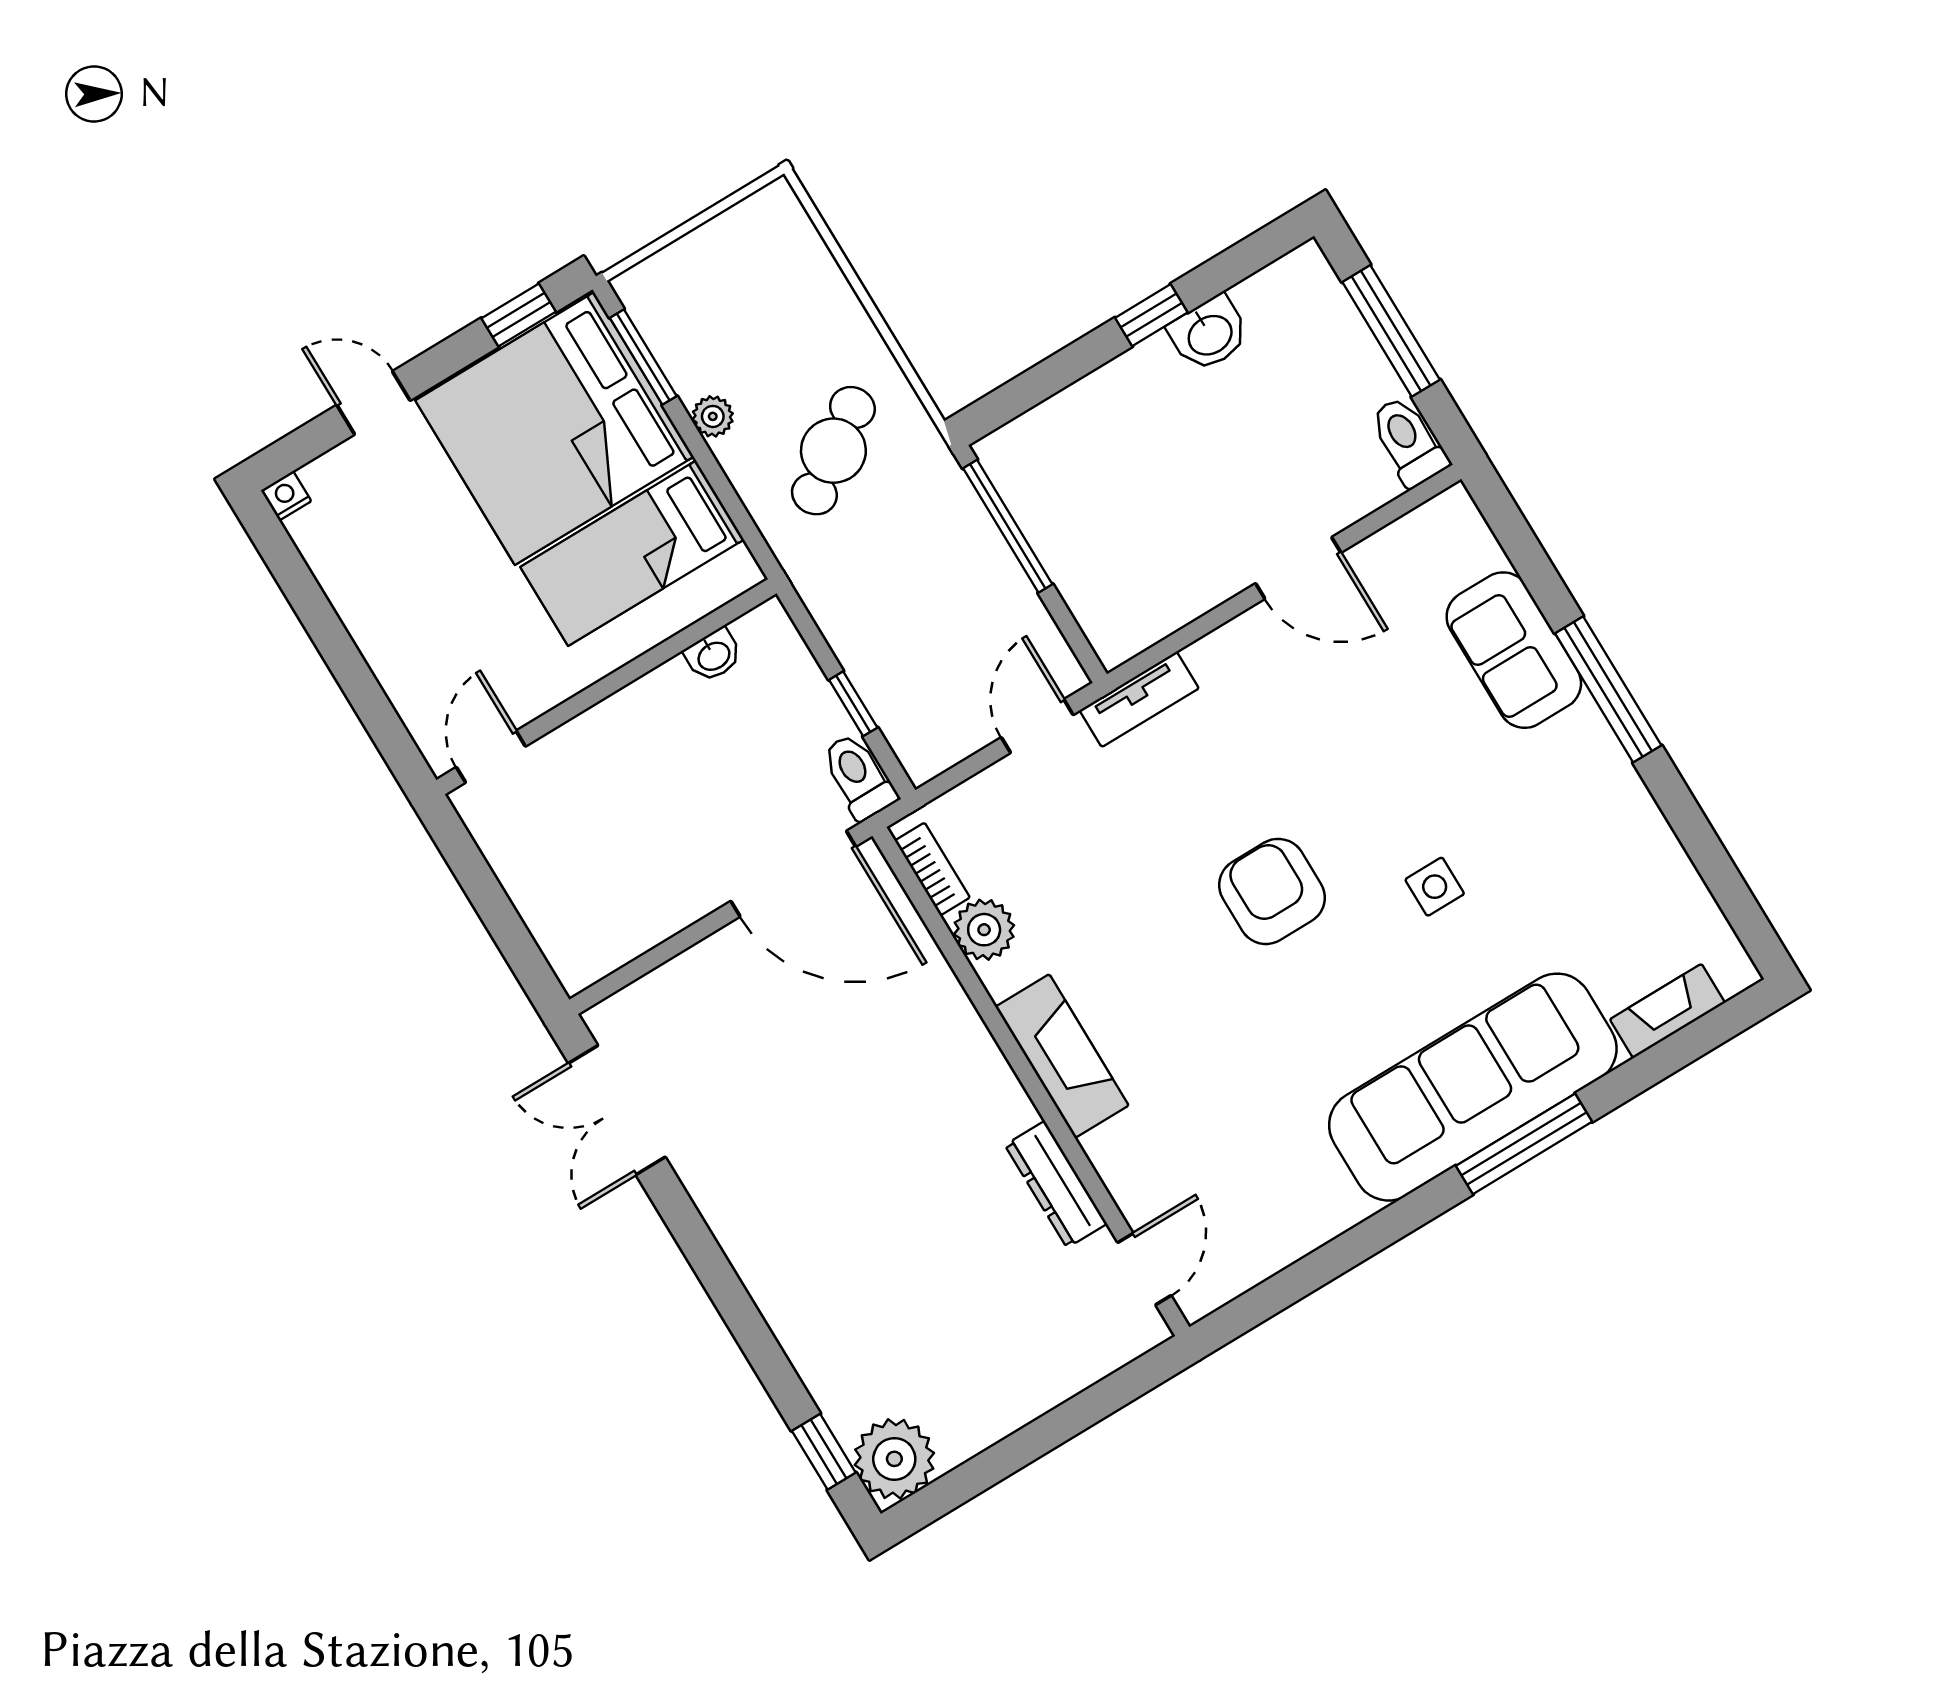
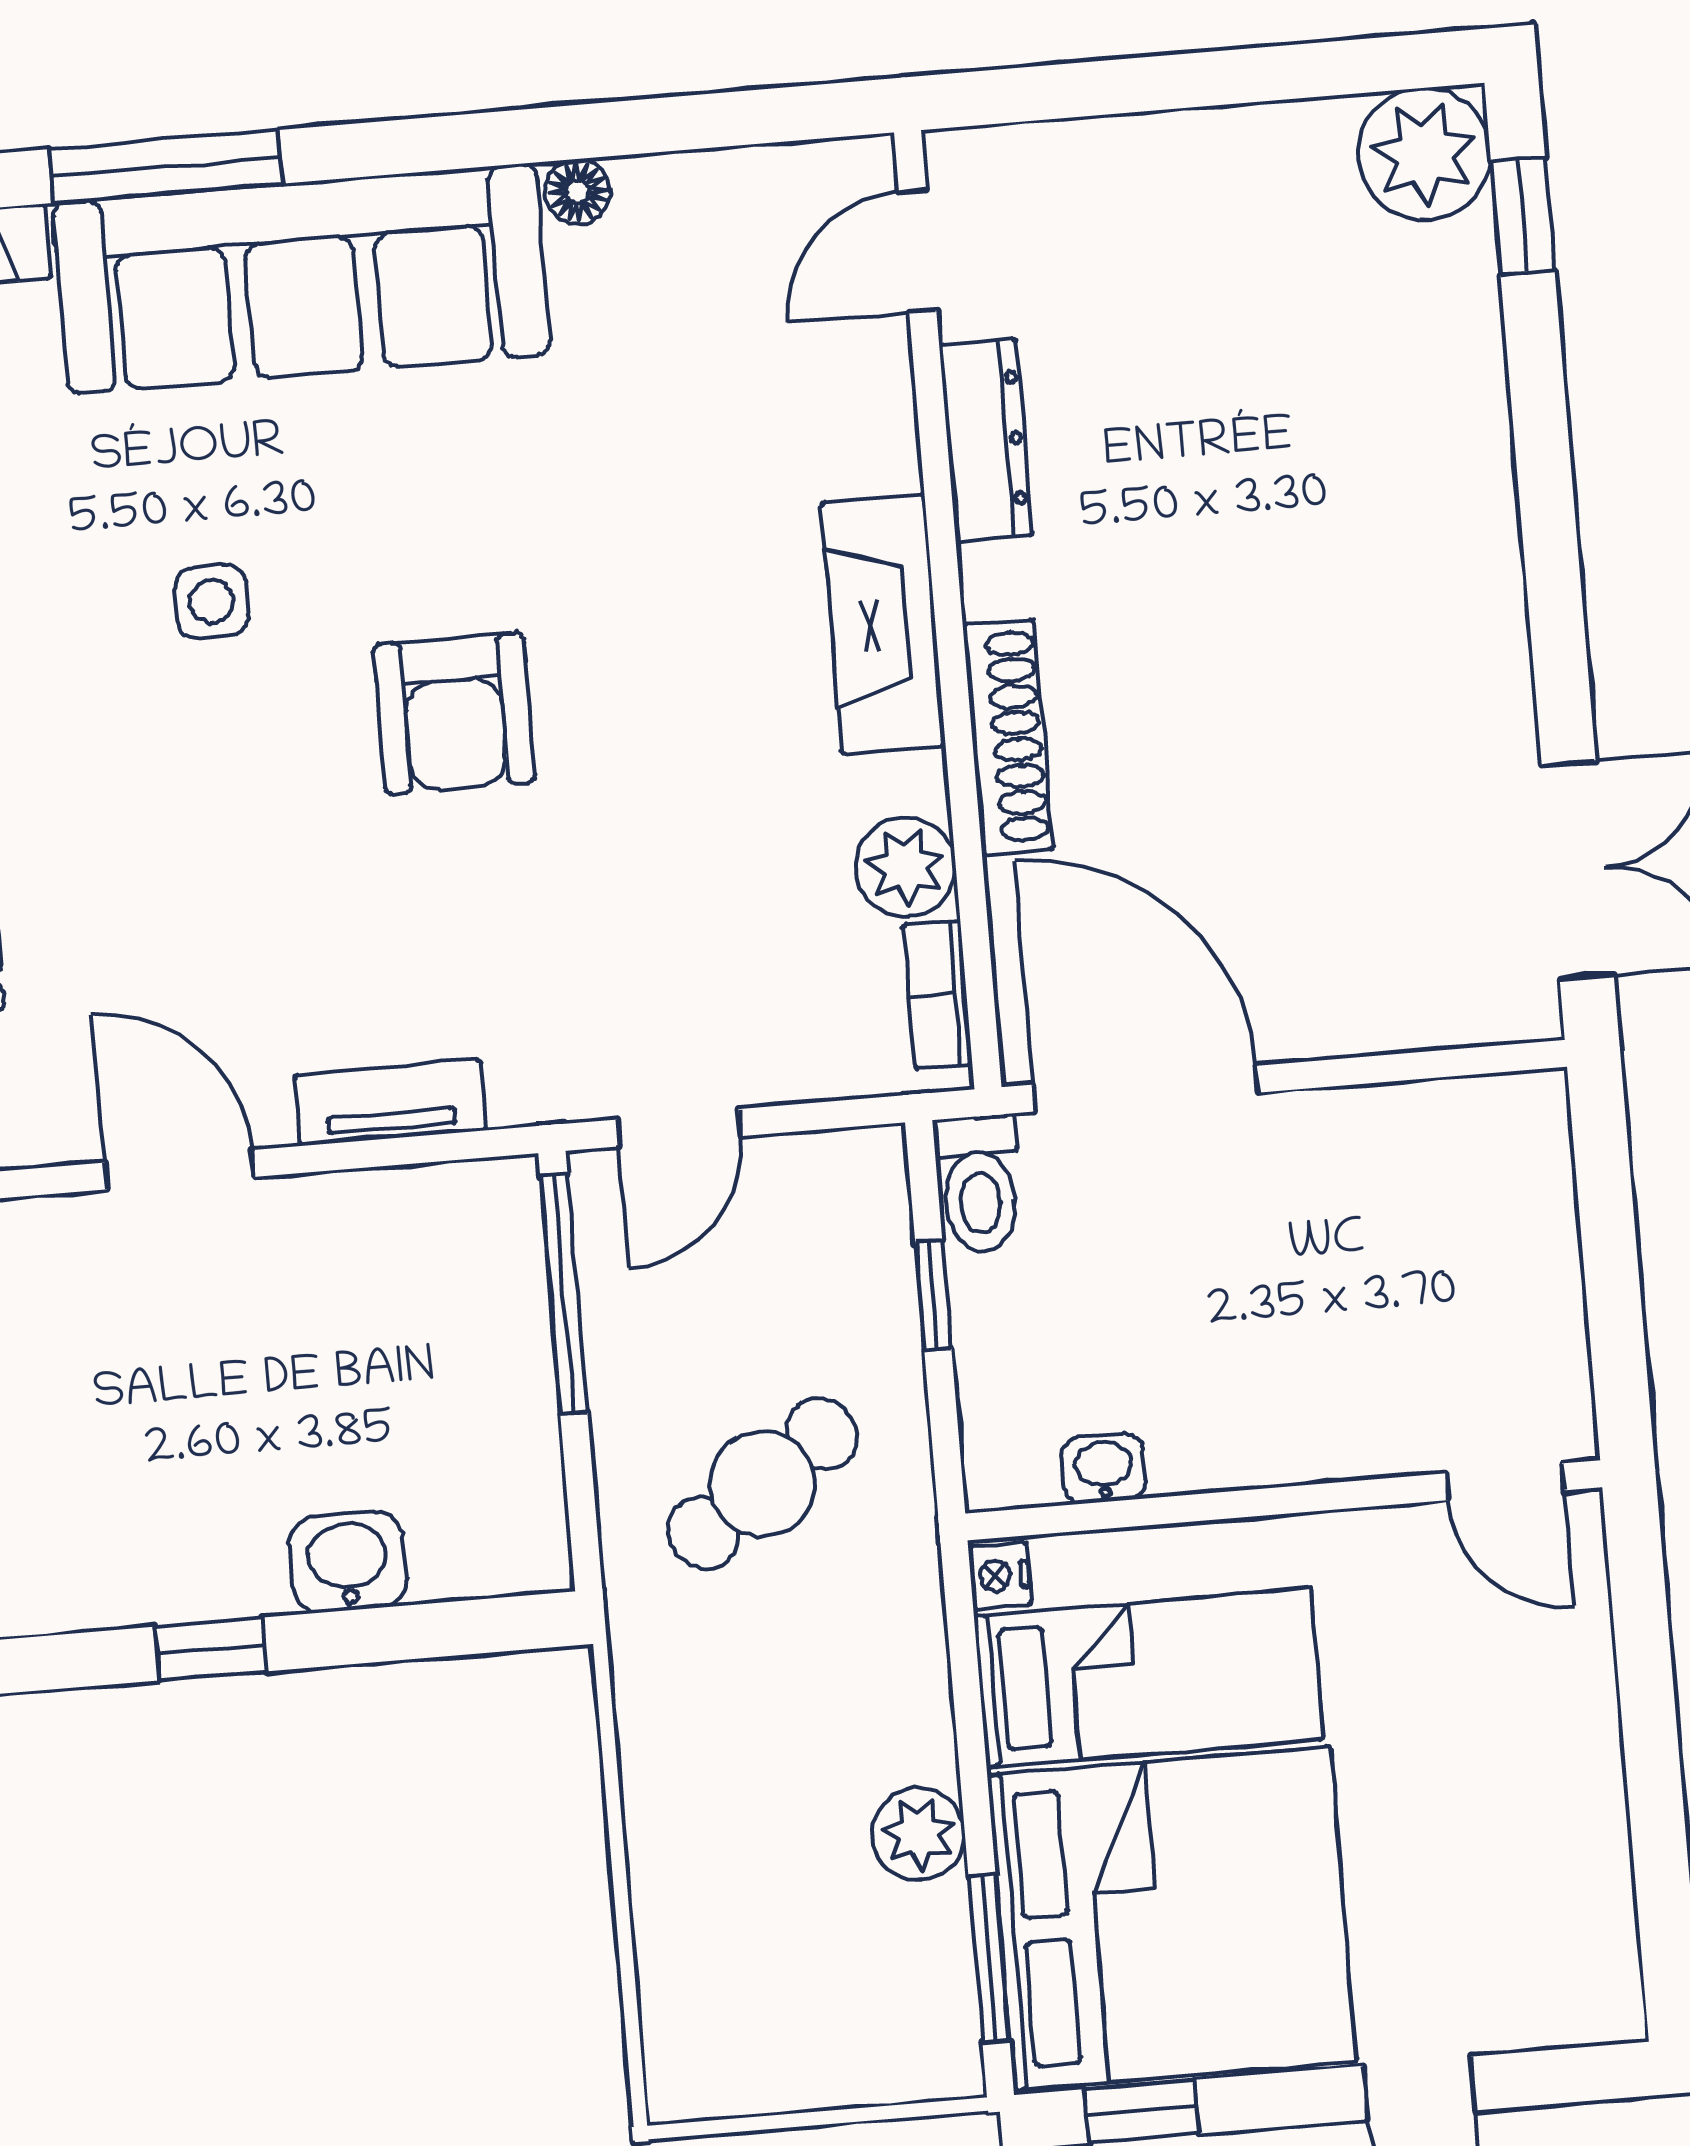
washbasin: (1209, 334) -> (348, 1562), moved
plant: (713, 416) -> (919, 1834), width x1.38, depth x1.38
cafe table: (833, 451) -> (762, 1484), moved
nightstand: (286, 496) -> (1000, 1576), moved, turned 90
window: (1008, 526) -> (564, 1294), moved
tv unit: (1139, 699) -> (390, 1103), moved
door: (491, 757) -> (1505, 1482), hinge flipped
shoe rack: (964, 1028) -> (1008, 737), added
window: (1524, 1144) -> (166, 166), moved
floor lamp: (1346, 1209) -> (578, 192), added

